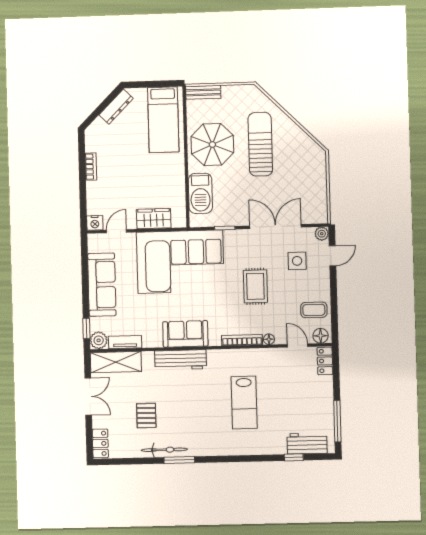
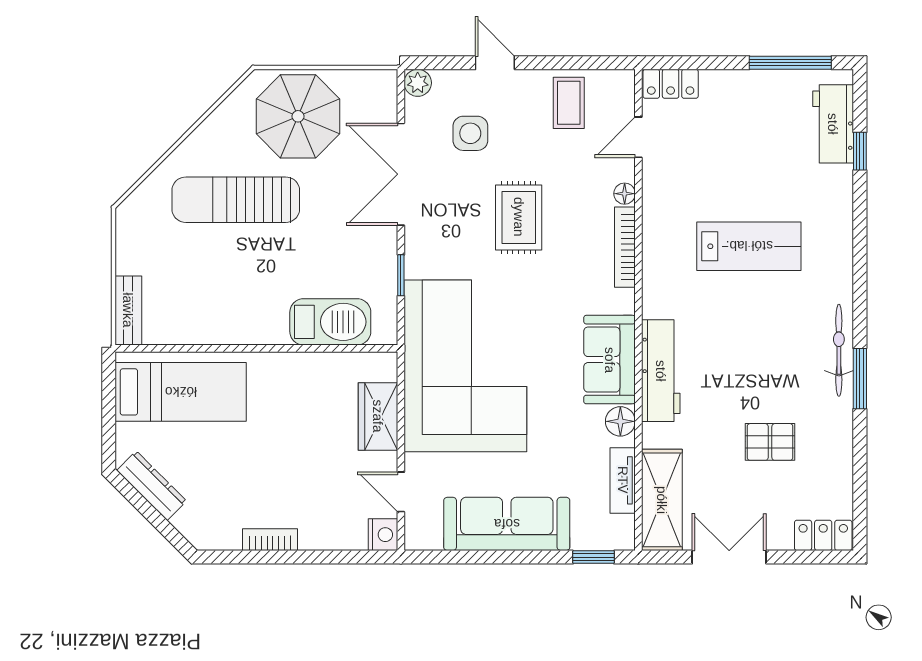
parasol: (212, 145) -> (298, 116), moved
door: (333, 256) -> (495, 63), moved
rug: (255, 286) -> (519, 217), turned 90
floor lamp: (321, 336) -> (620, 421), moved
plant: (99, 340) -> (618, 533), removed
bicycle: (164, 450) -> (839, 350), moved

